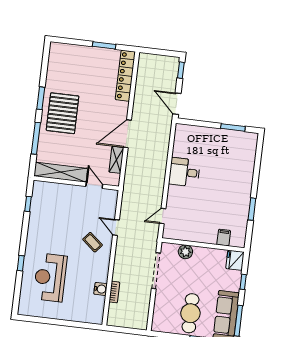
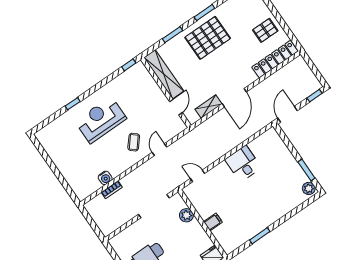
window: (104, 45) -> (283, 24), removed
pallet: (96, 63) -> (265, 30), added
door: (127, 134) -> (234, 98), swing flipped
window: (36, 138) -> (172, 35), width x0.69
plant: (249, 138) -> (309, 188), added
window: (28, 204) -> (129, 65), moved
filing cabinet: (224, 238) -> (213, 222), moved
reception desk: (50, 277) -> (101, 120), moved

